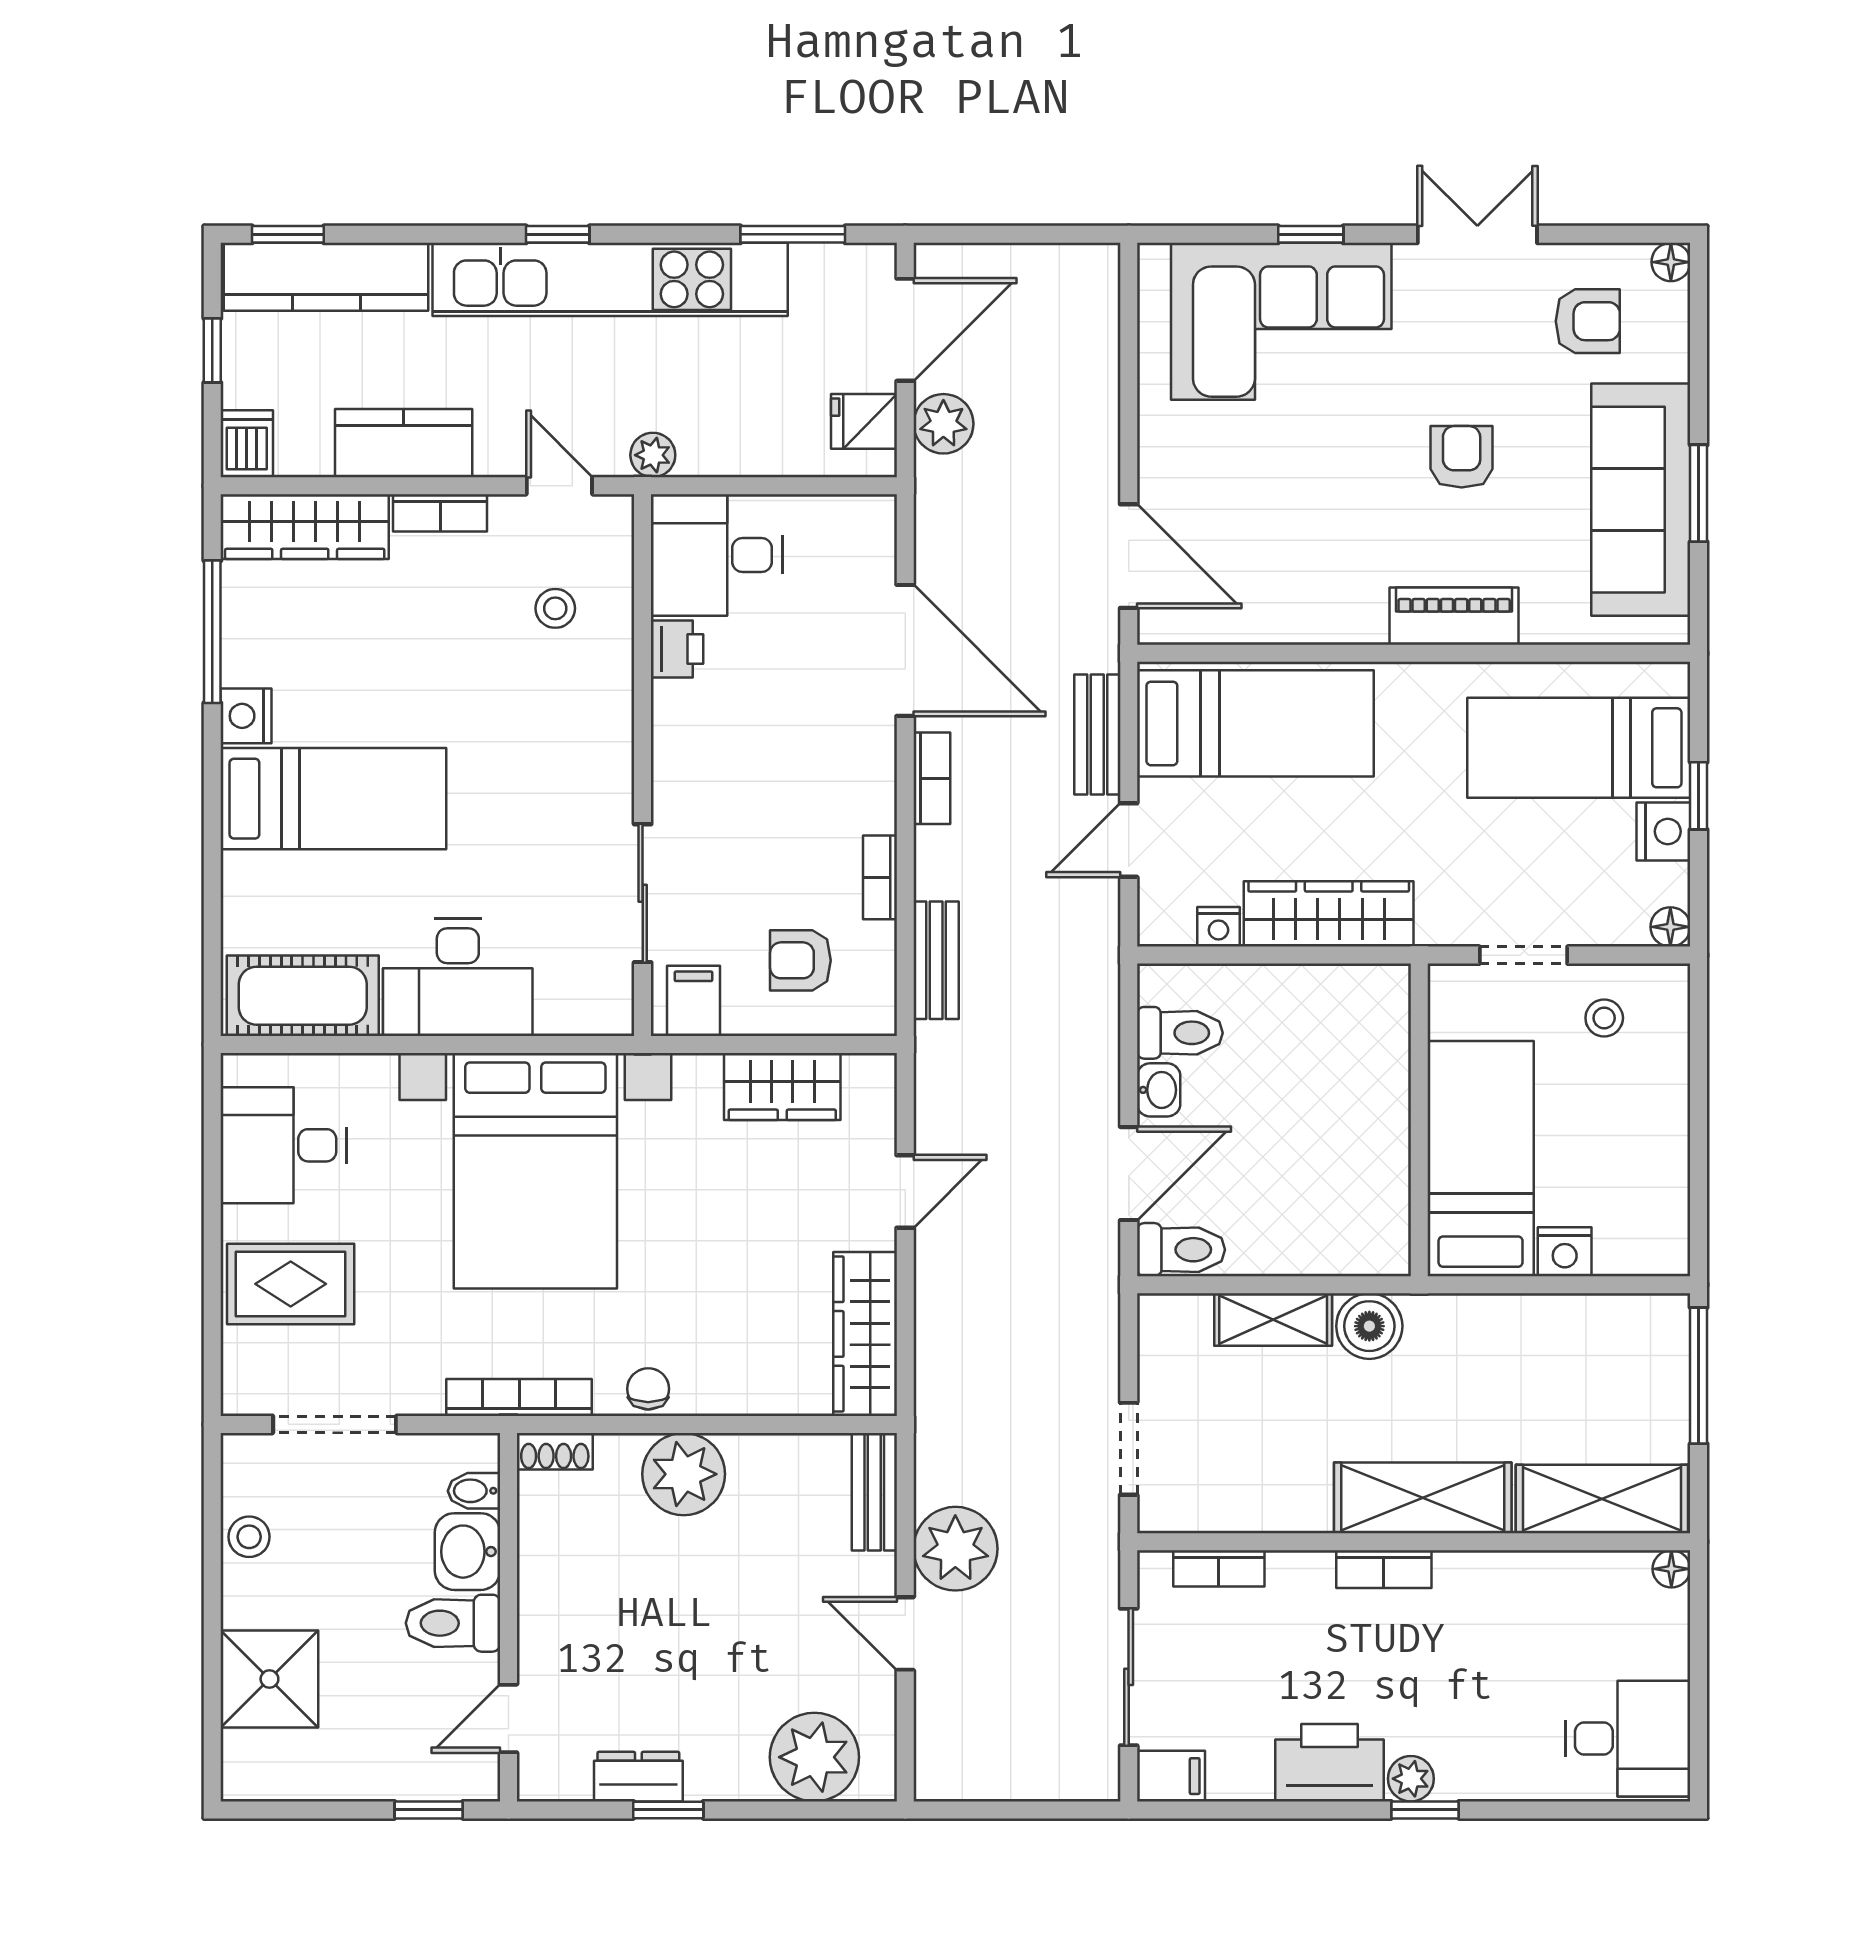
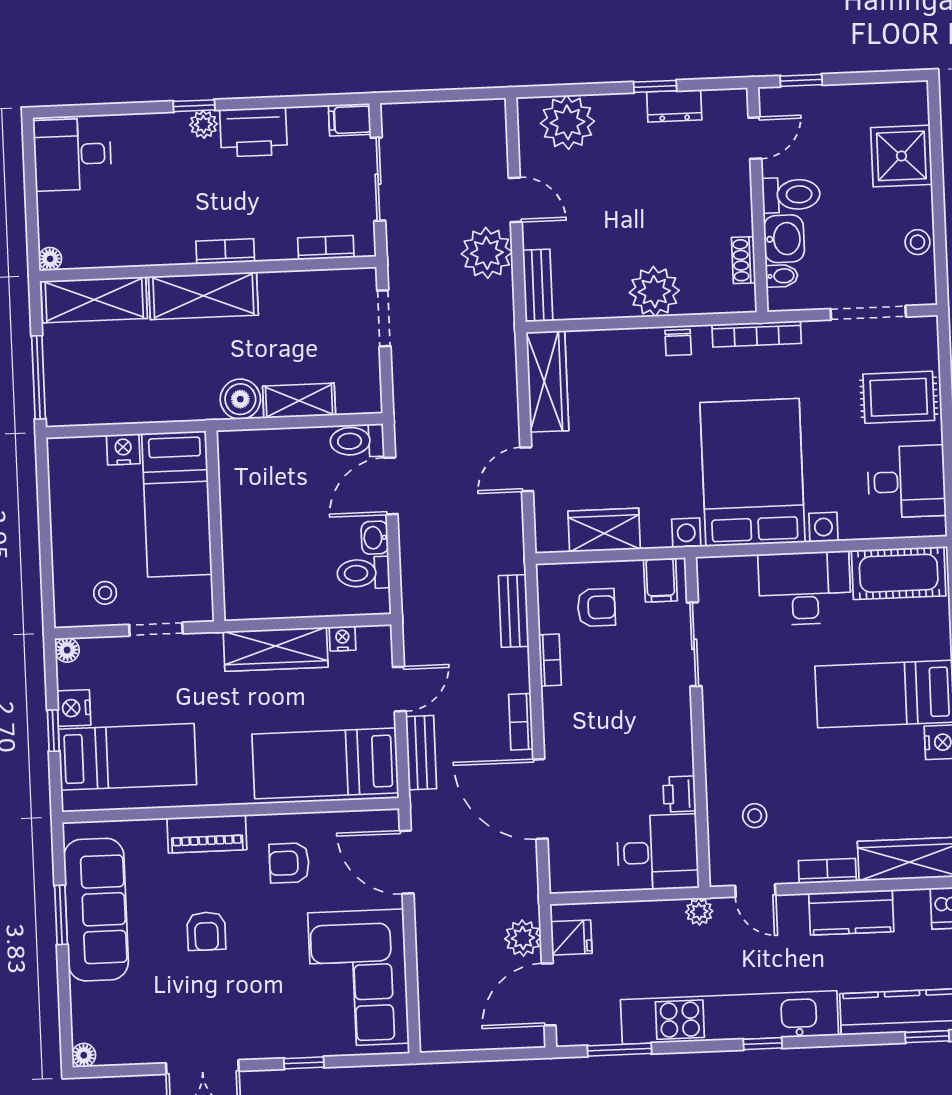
corner sofa: (1281, 321) -> (358, 978), moved, turned -90
armchair: (1588, 321) -> (289, 863), moved
shoe rack: (555, 1451) -> (744, 260), moved, turned -90

